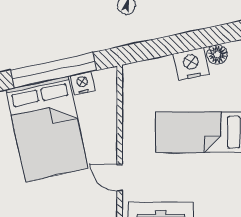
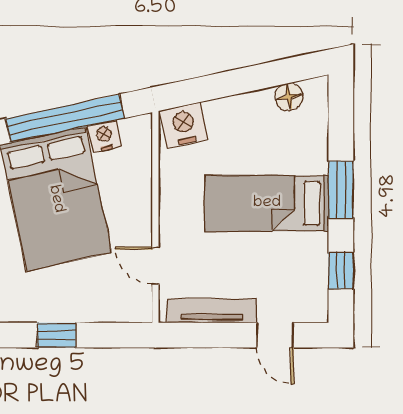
nightstand: (191, 64) -> (184, 125), moved

